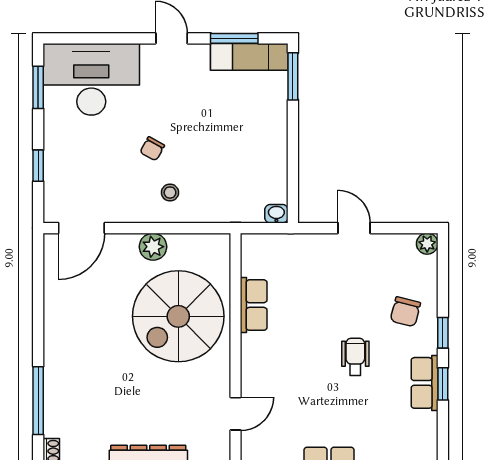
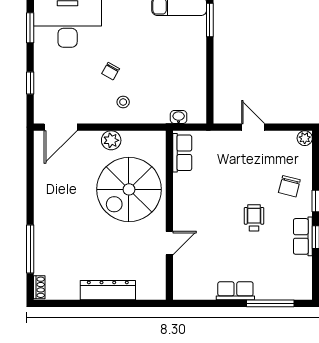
washbasin: (276, 214) -> (179, 117), moved
row of seats: (254, 305) -> (182, 153), moved
door: (235, 414) -> (169, 243), moved

